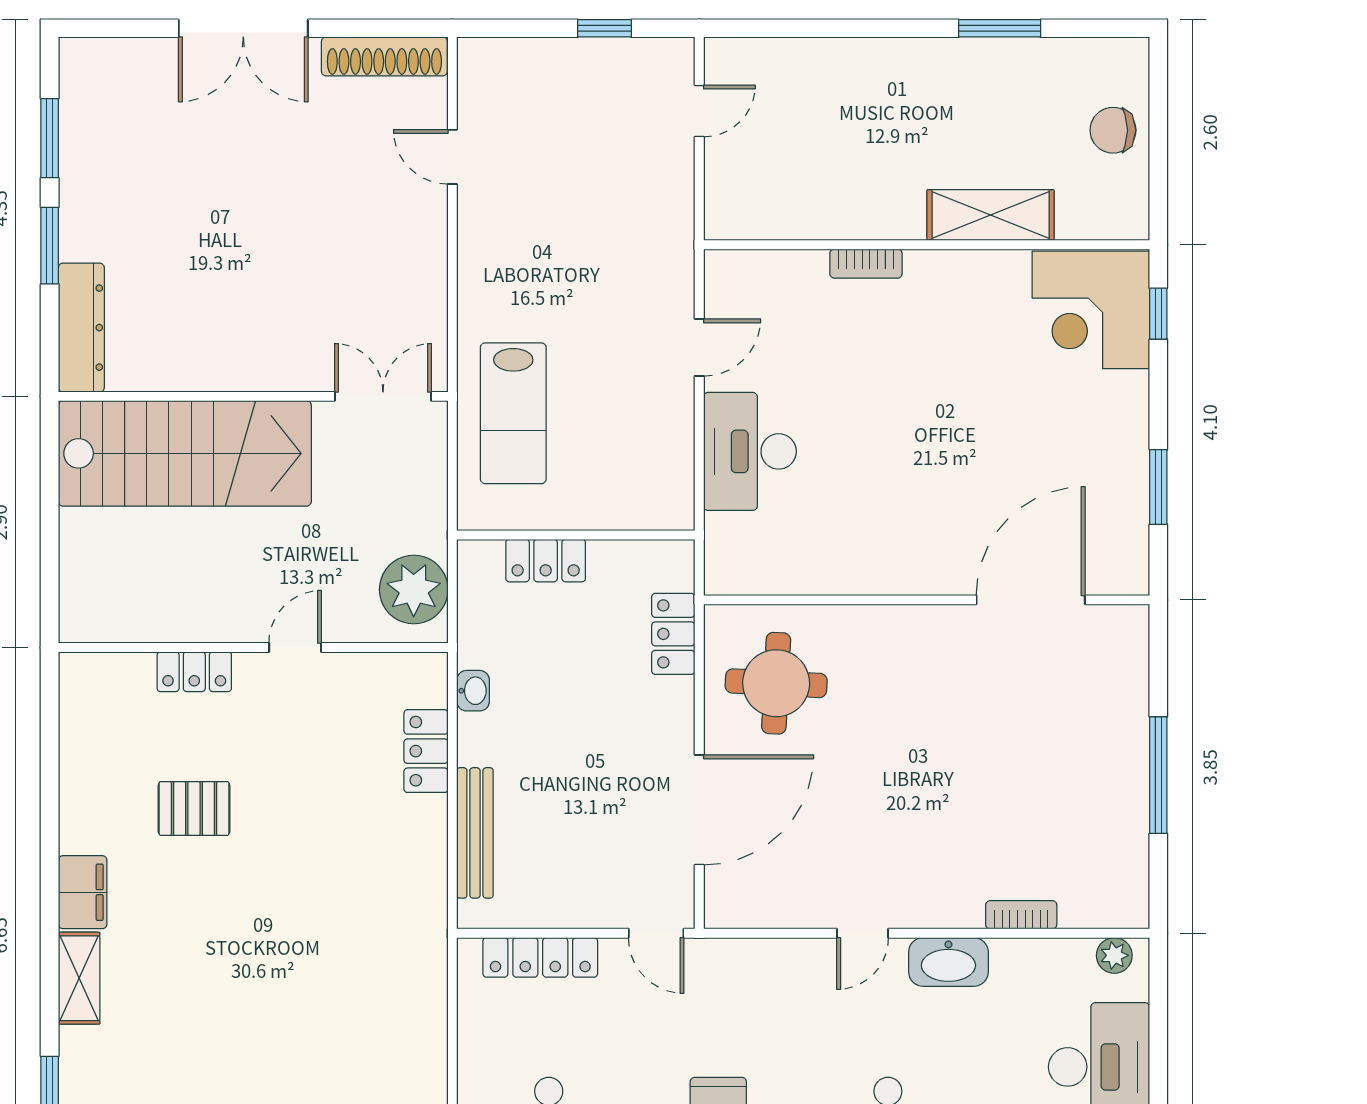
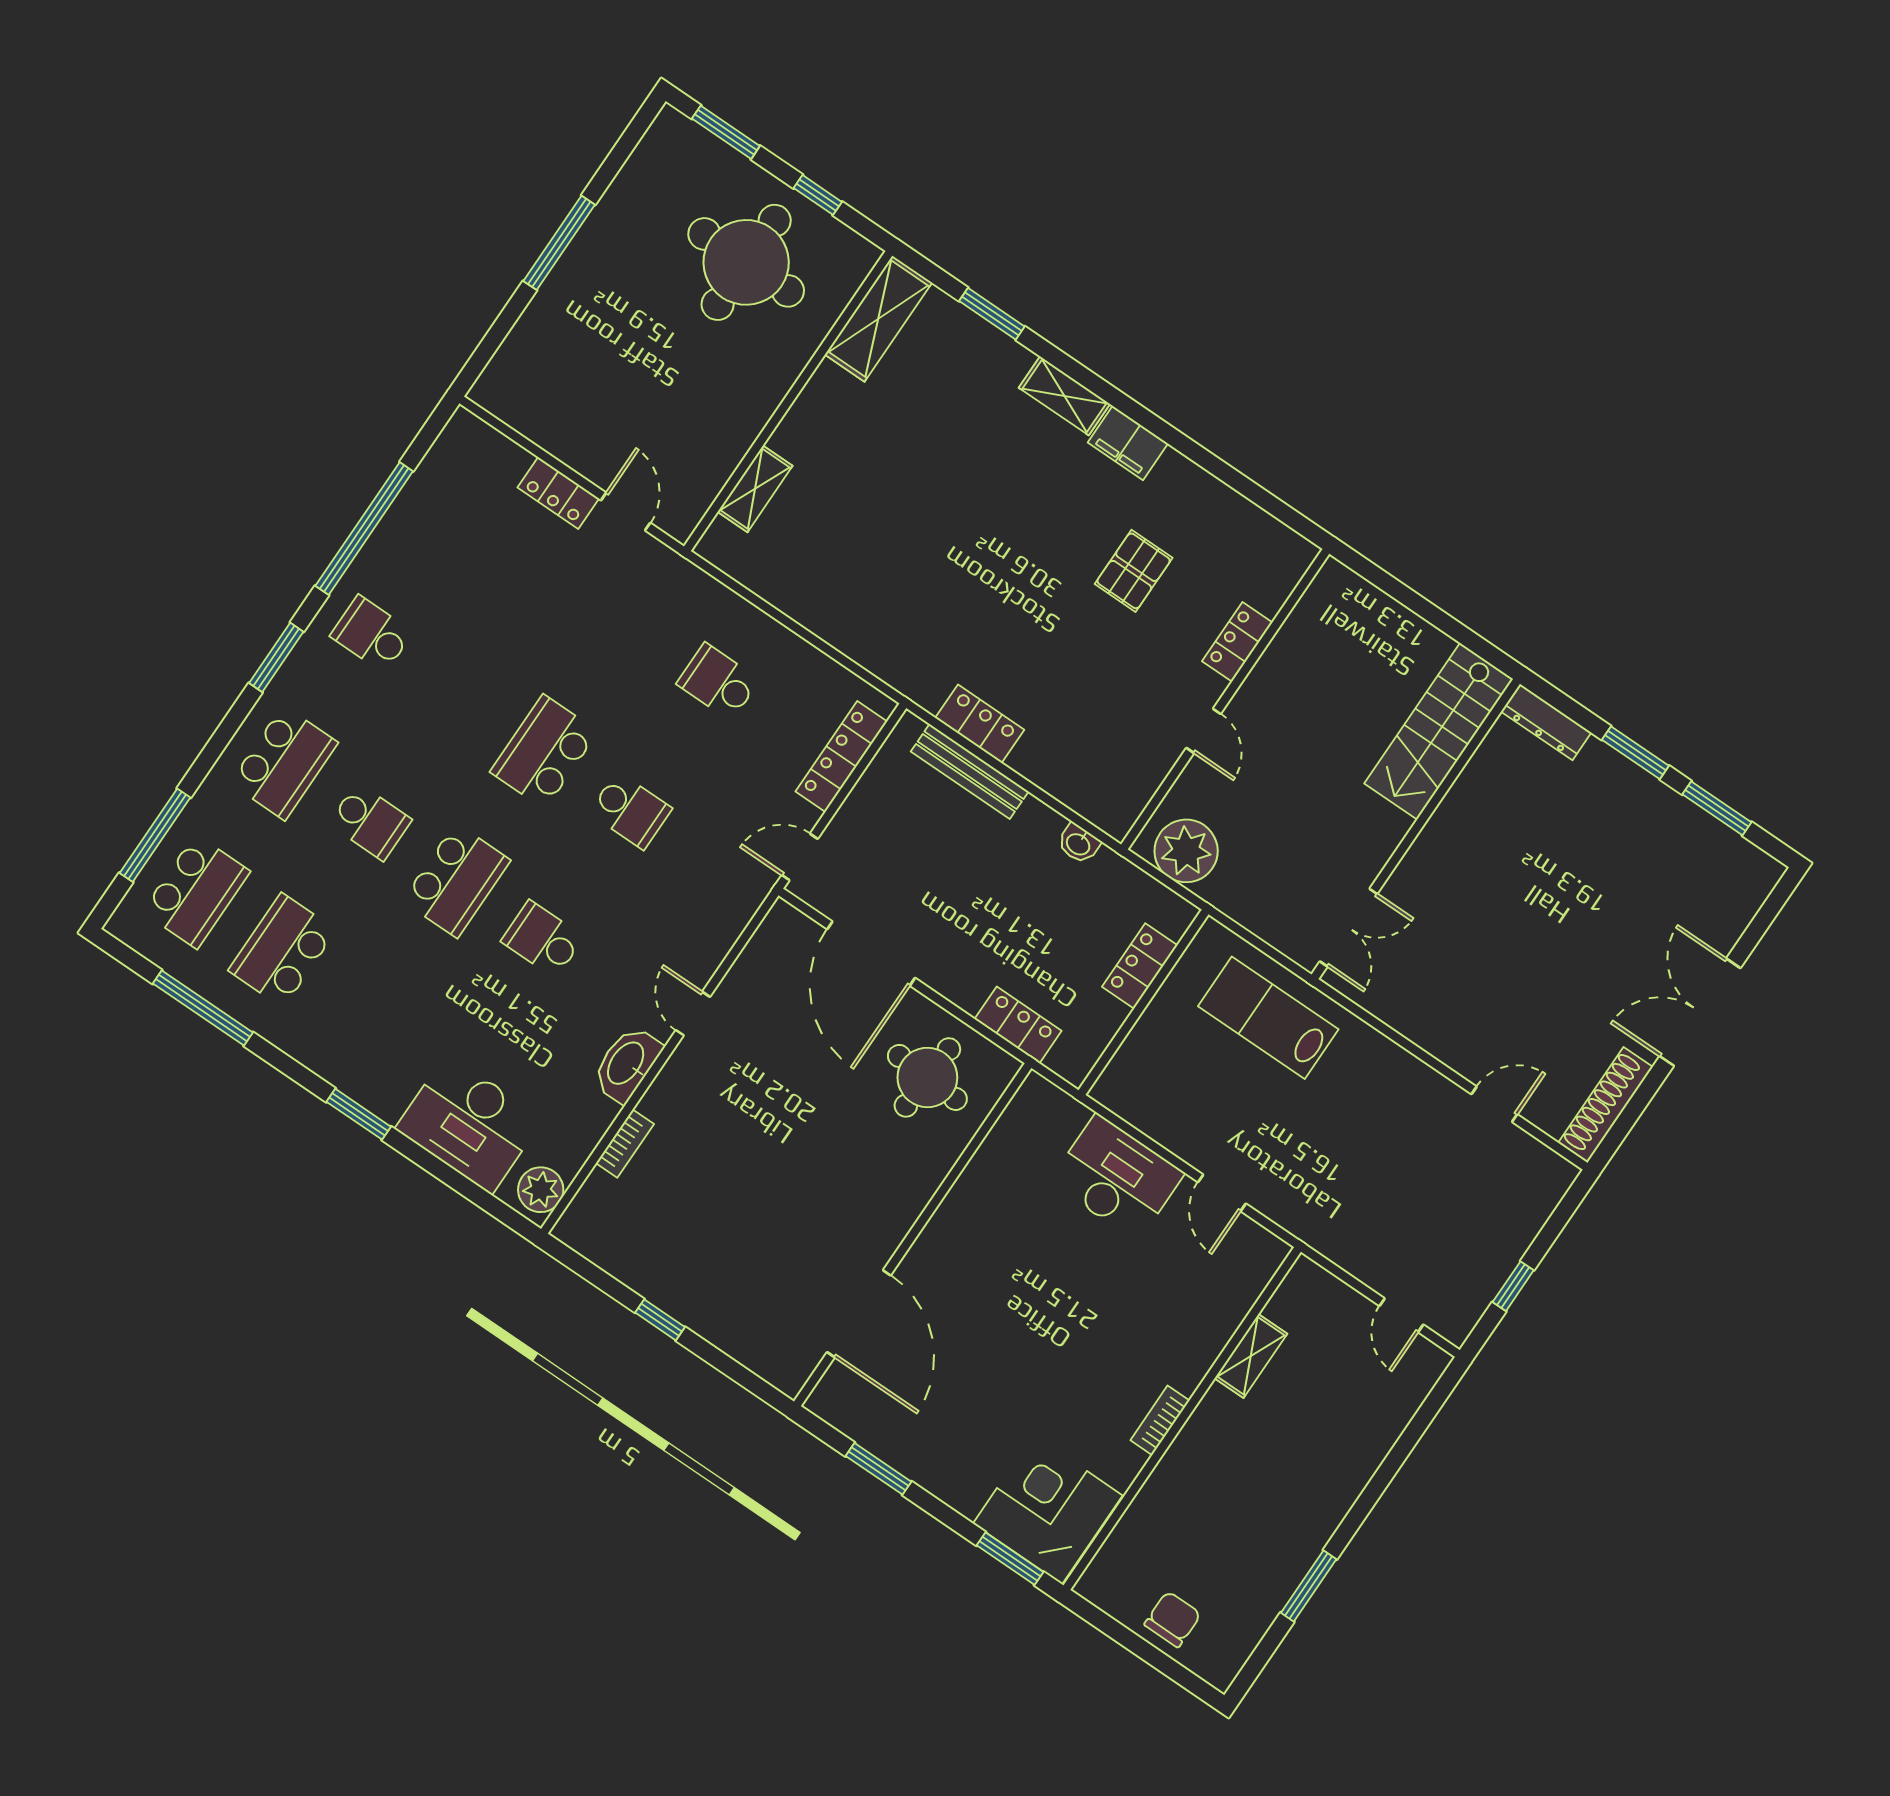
shelving: (991, 215) -> (1251, 1356), moved, width x0.67, depth x0.75
bookcase: (866, 264) -> (1160, 1420), moved
window: (1158, 314) -> (1010, 1559), width x1.50
dresser: (81, 328) -> (1546, 722), width x0.73, depth x0.80
stairs: (185, 453) -> (1439, 731), width x0.73, depth x0.66
locker: (426, 751) -> (980, 724), moved
window: (1158, 775) -> (660, 1320), width x0.46
plant: (1114, 955) -> (541, 1190), width x1.38, depth x1.38

